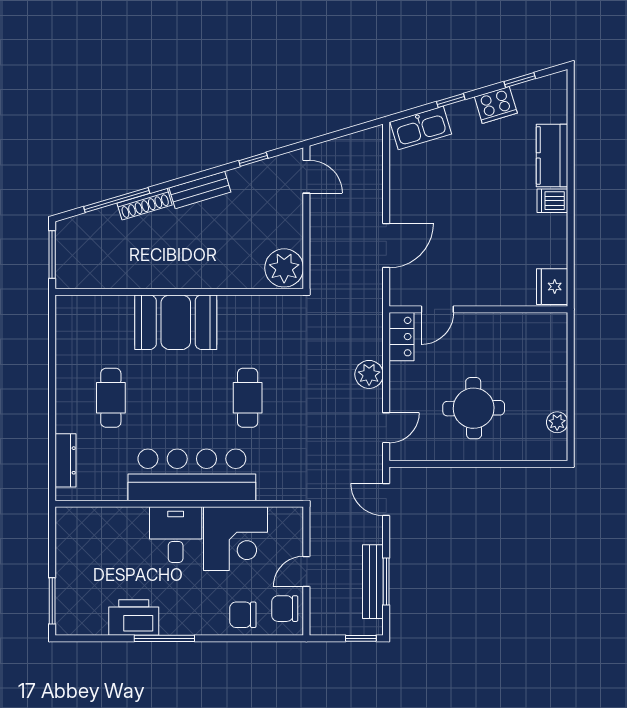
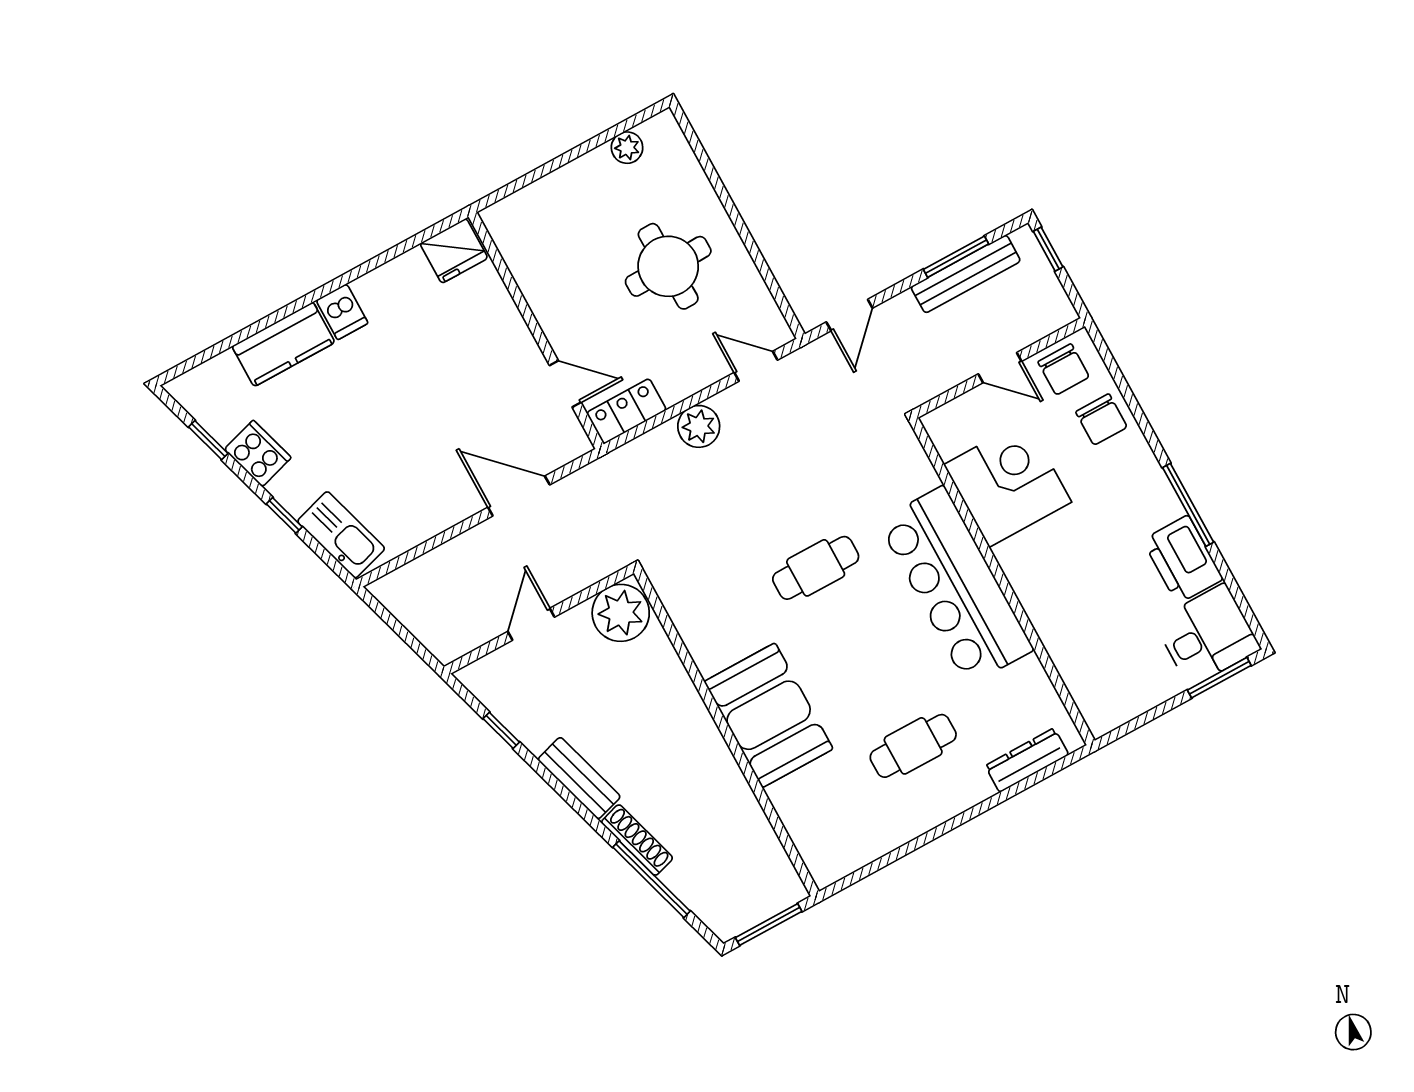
door: (306, 177) -> (531, 624), moved
desk: (176, 535) -> (1207, 635), moved, turned 180

